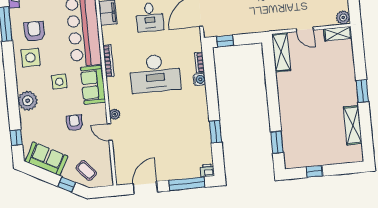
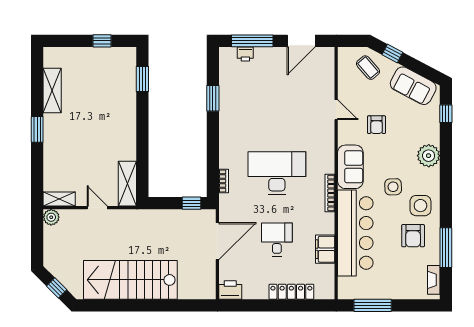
water cooler: (199, 80) -> (226, 161), removed
side table: (59, 82) -> (393, 187), moved
plant: (115, 114) -> (329, 130), removed
printer: (207, 170) -> (245, 54), moved

